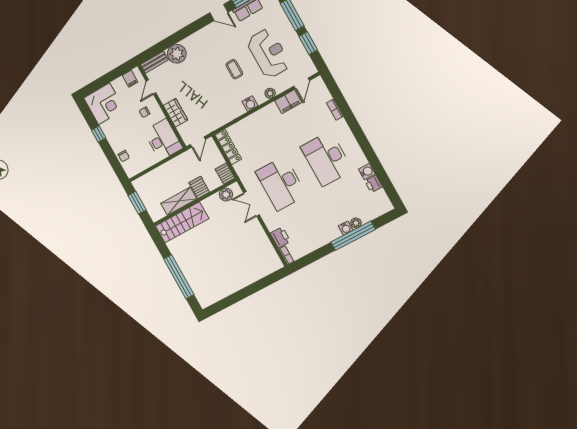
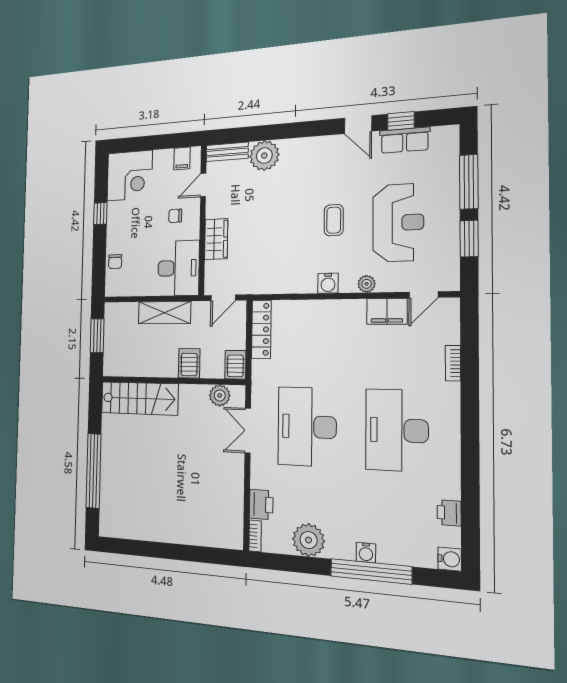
water cooler: (367, 172) -> (450, 559), moved
shelving: (179, 201) -> (164, 313), moved
plant: (356, 223) -> (309, 540), moved, width x1.87, depth x1.87

